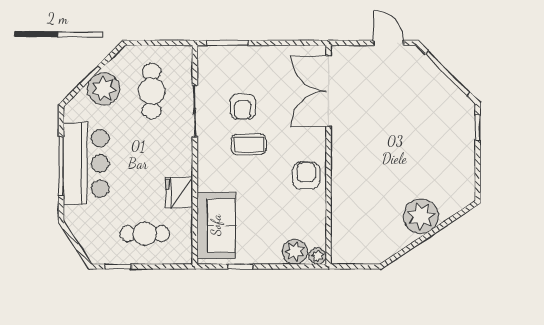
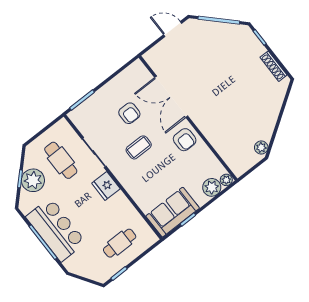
double door: (329, 91) -> (171, 97), moved
armchair: (243, 107) -> (129, 113), moved
shoe rack: (468, 171) -> (274, 66), added
armchair: (306, 176) -> (185, 140), turned 180
fridge: (179, 192) -> (106, 186), moved
plant: (421, 216) -> (261, 148), moved, width x0.53, depth x0.53
sofa: (216, 225) -> (173, 212), moved, turned -90

